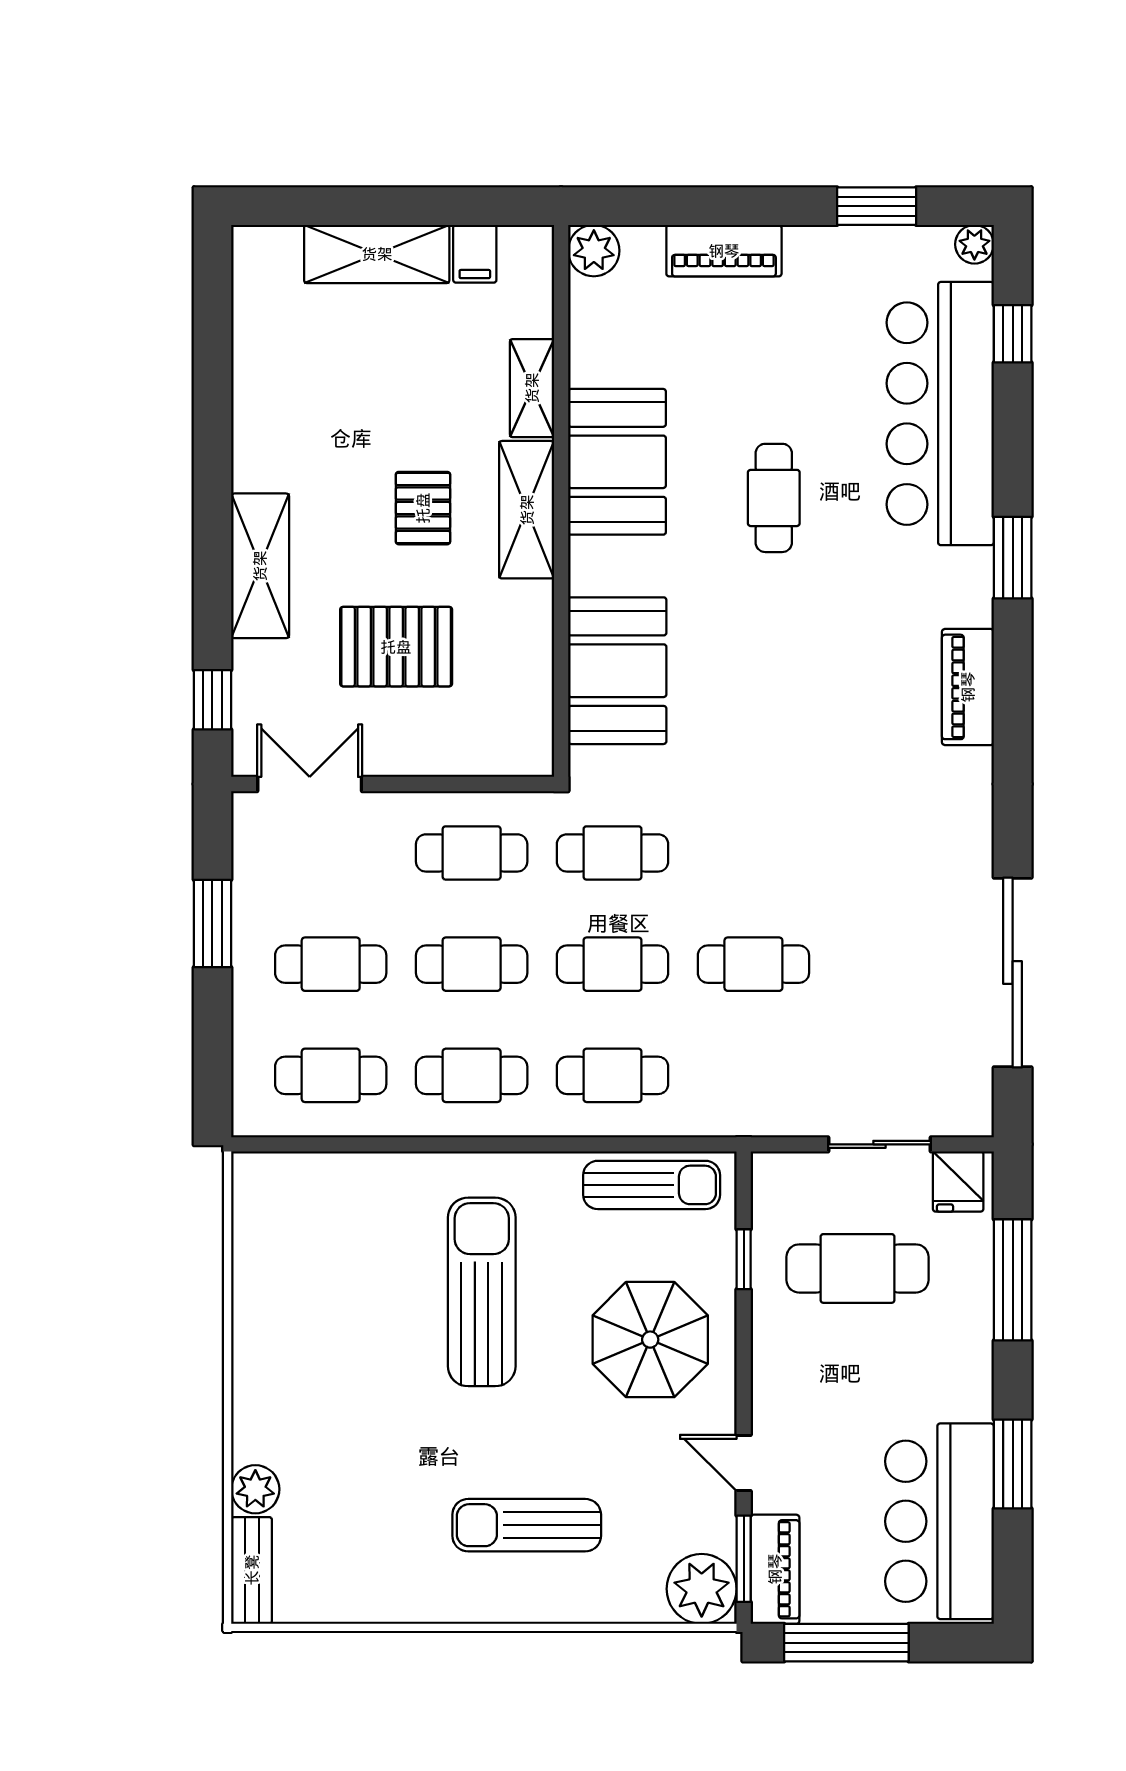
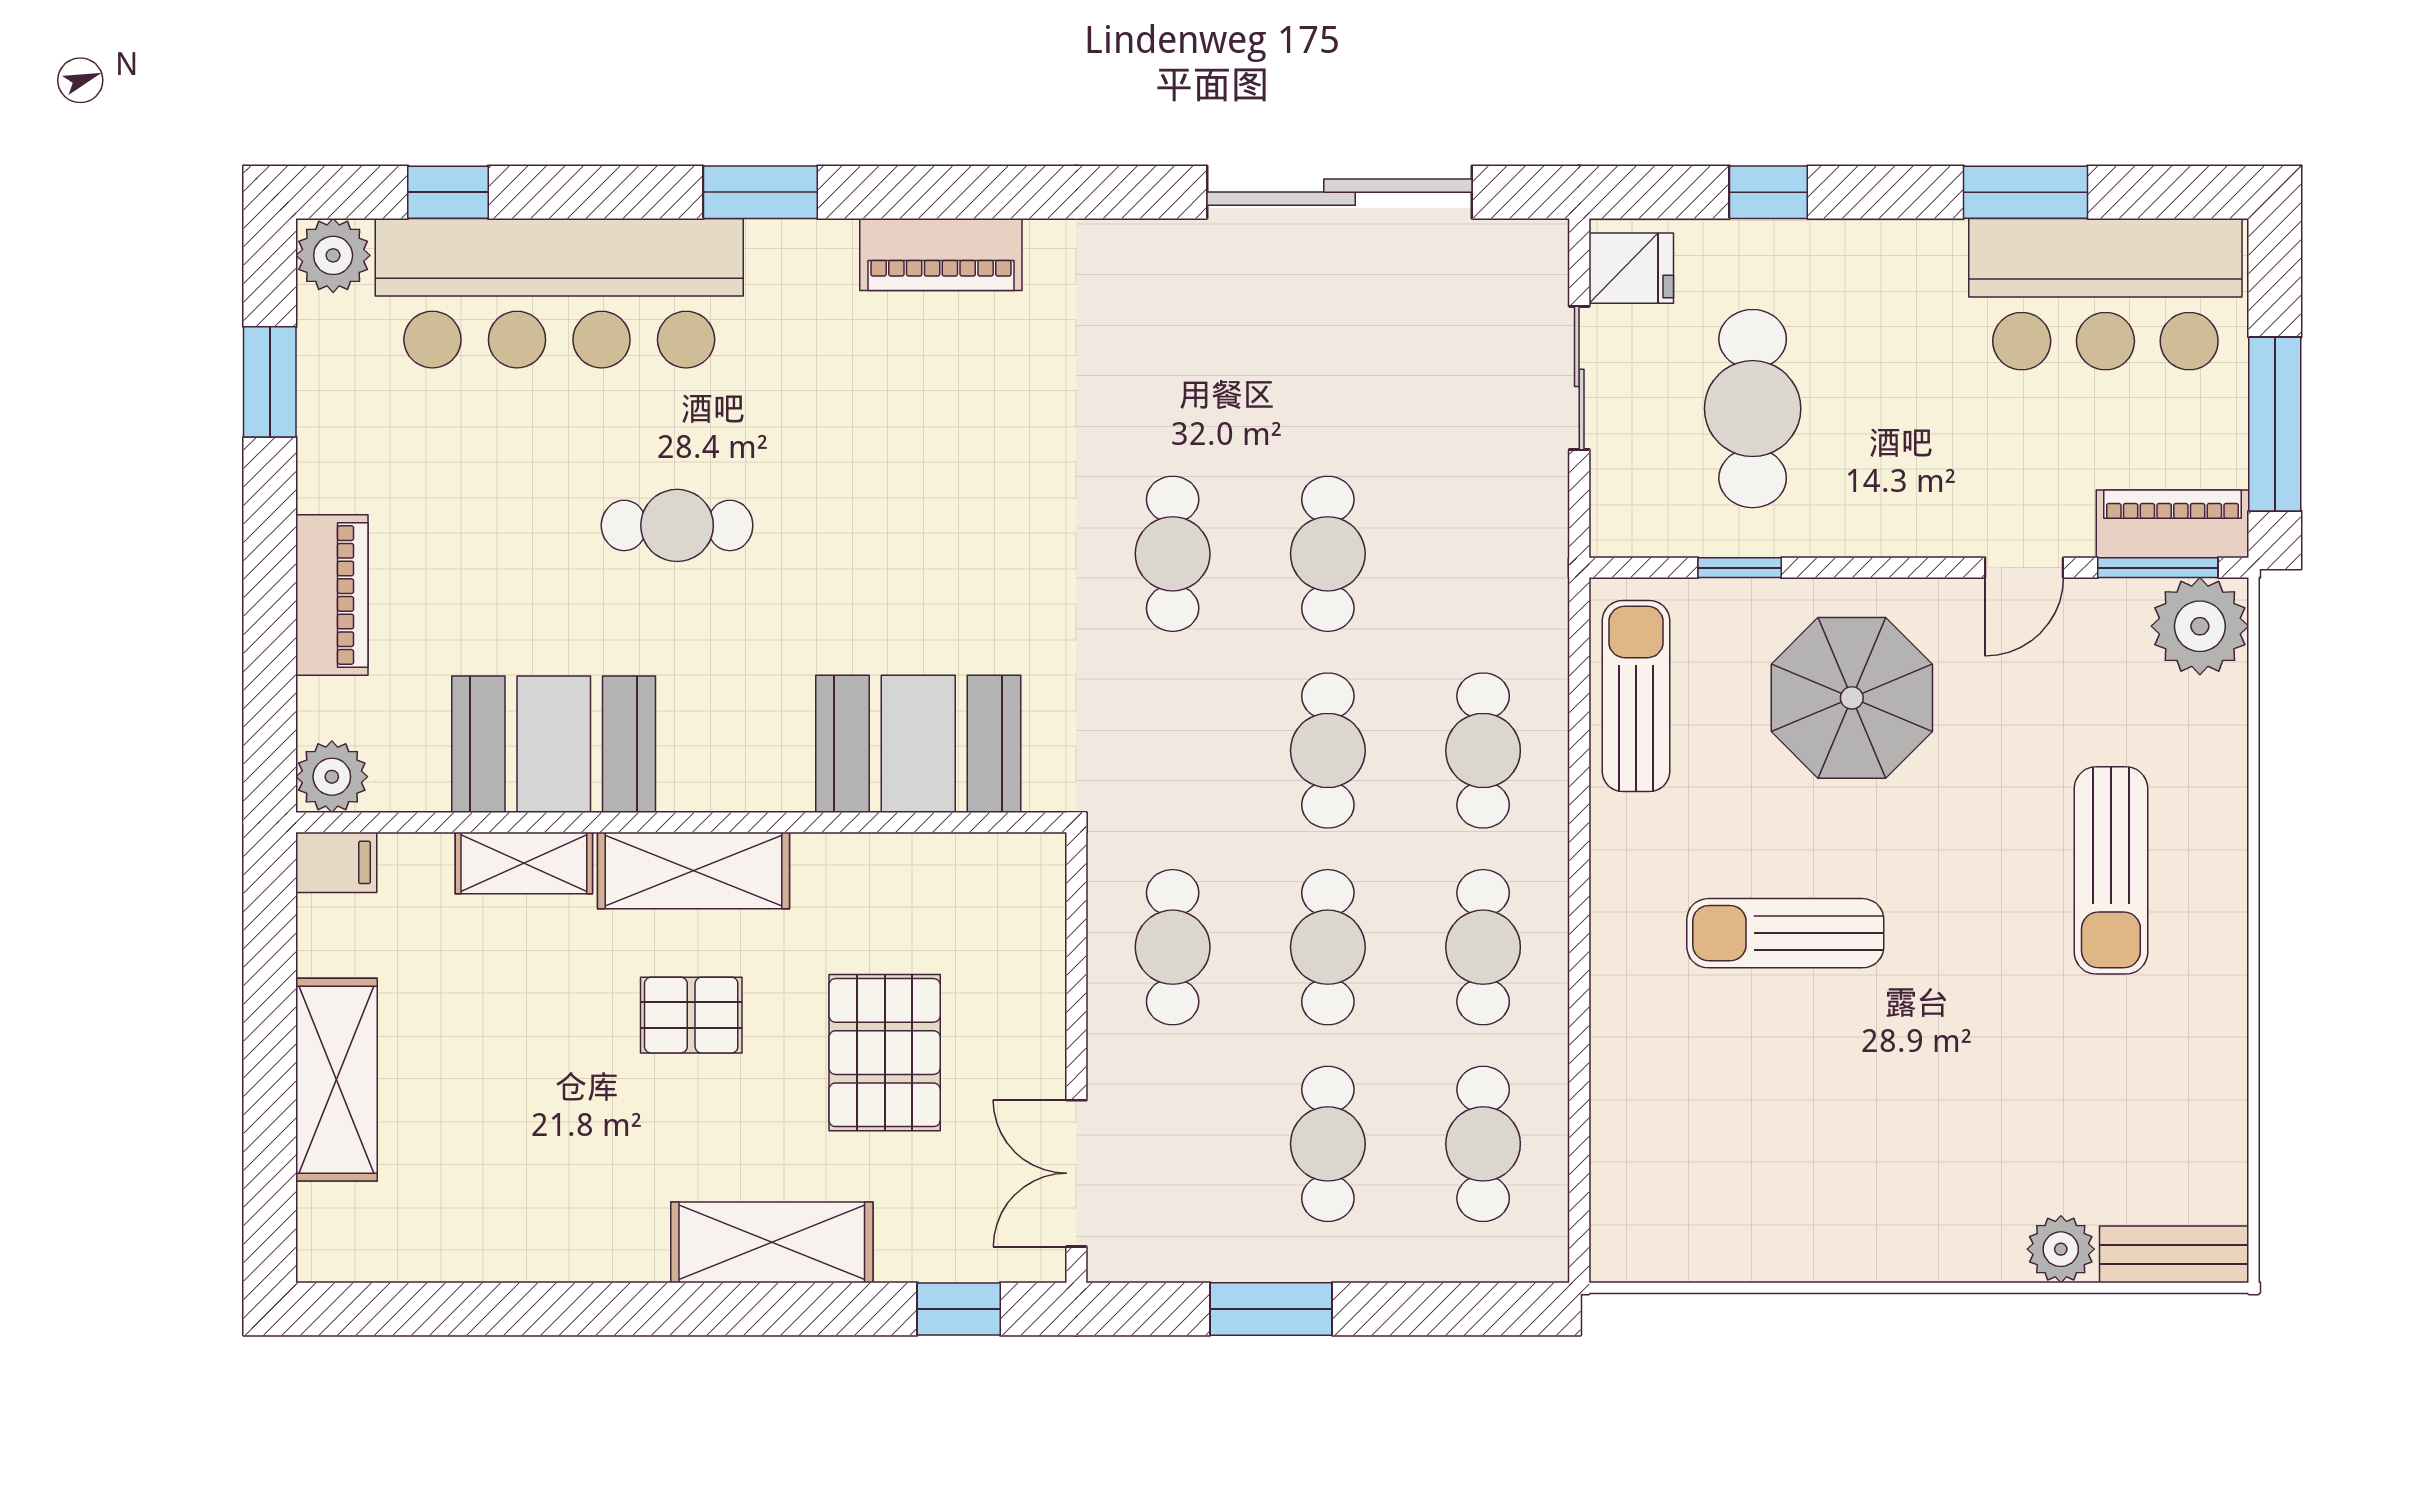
plant: (974, 244) -> (333, 255), width x1.38, depth x1.38
filing cabinet: (475, 254) -> (336, 862), moved
booth: (617, 462) -> (554, 744), moved
cafe table: (613, 853) -> (1173, 554), moved
window: (1013, 1280) -> (1768, 192), width x0.46
sun lounger: (482, 1292) -> (1785, 933), width x0.73, depth x0.75

